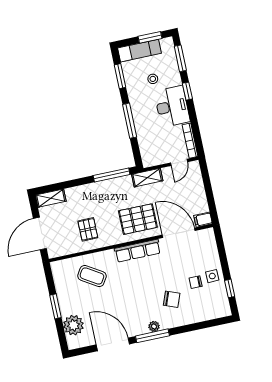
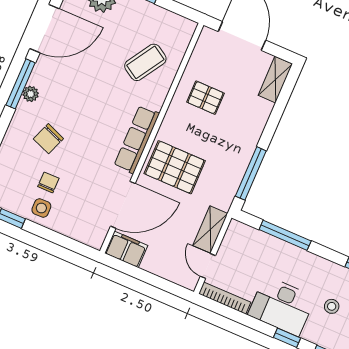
window: (130, 121) -> (285, 235), moved
shelving: (147, 178) -> (210, 229), moved
pallet: (138, 219) -> (175, 167), turned 90
filing cabinet: (203, 220) -> (126, 249), width x2.00

